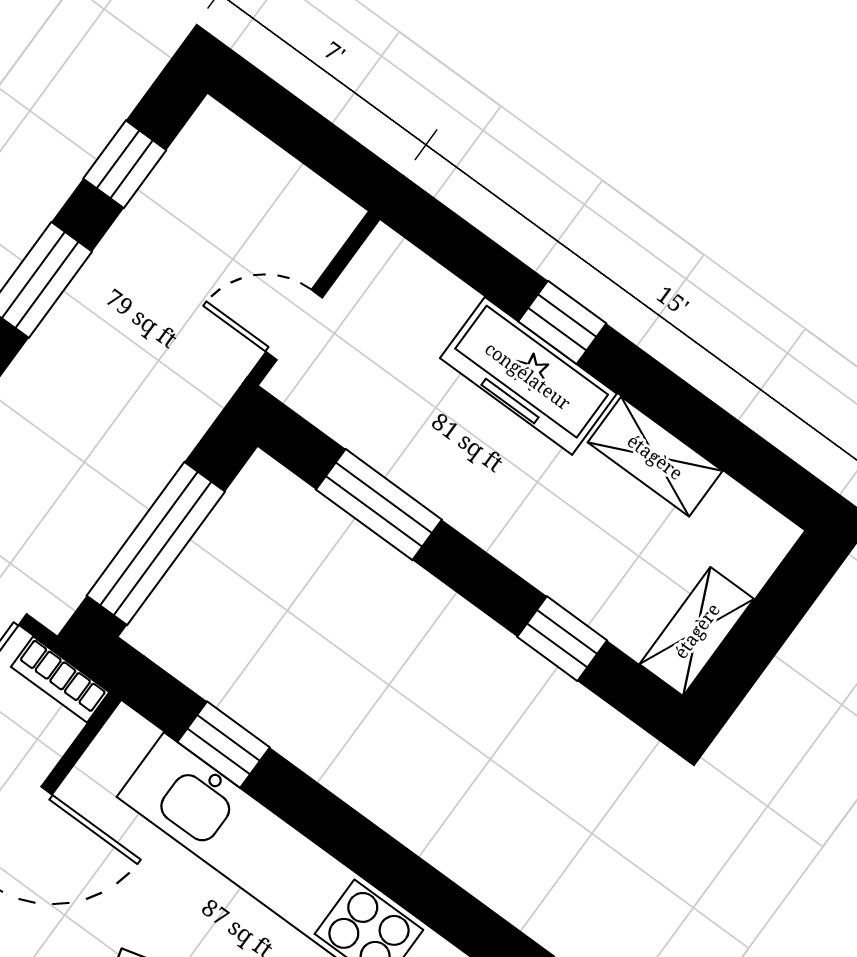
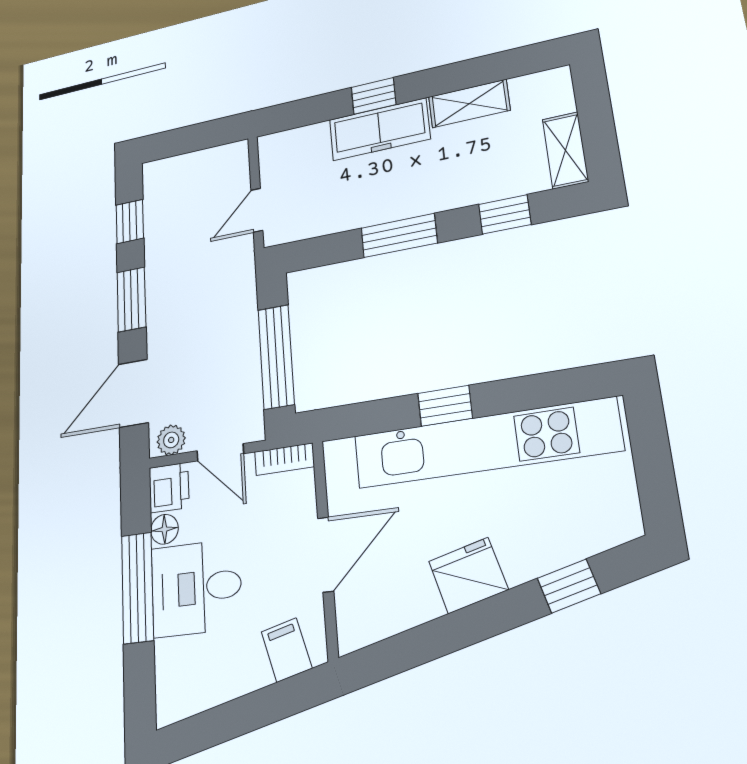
window: (379, 505) -> (399, 235), moved
window: (224, 745) -> (445, 406), moved

